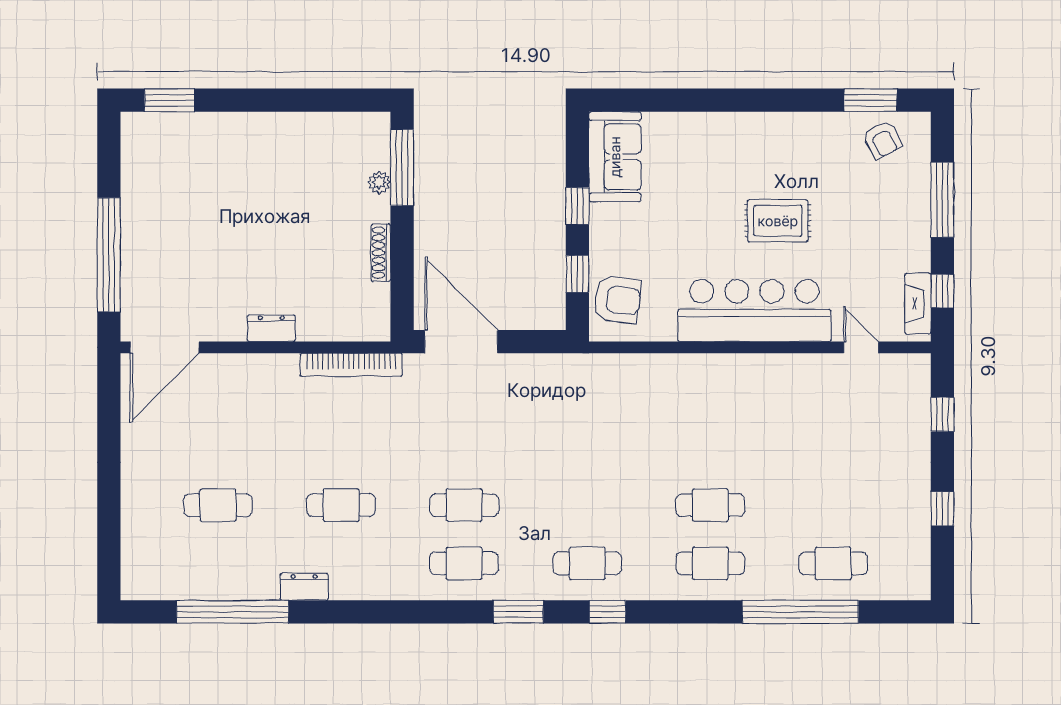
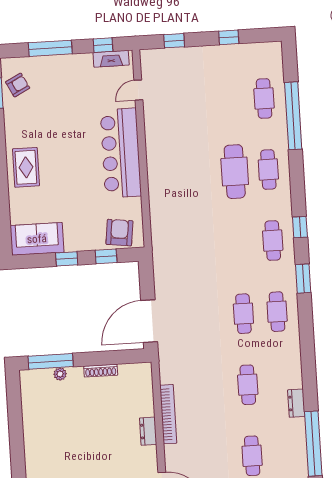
rug: (778, 221) -> (26, 167), moved
bookcase: (351, 365) -> (168, 414), moved
cafe table: (710, 505) -> (235, 172), width x1.37, depth x1.35

